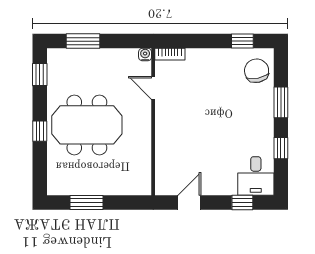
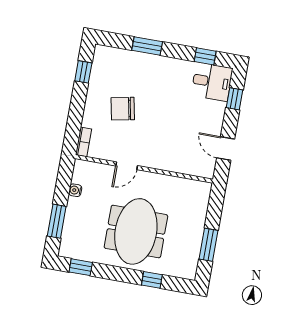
water cooler: (145, 55) -> (75, 190), moved
chair: (257, 71) -> (123, 109), moved
door: (153, 88) -> (127, 166), moved
window: (40, 131) -> (152, 280), moved
window: (281, 148) -> (205, 56), moved

